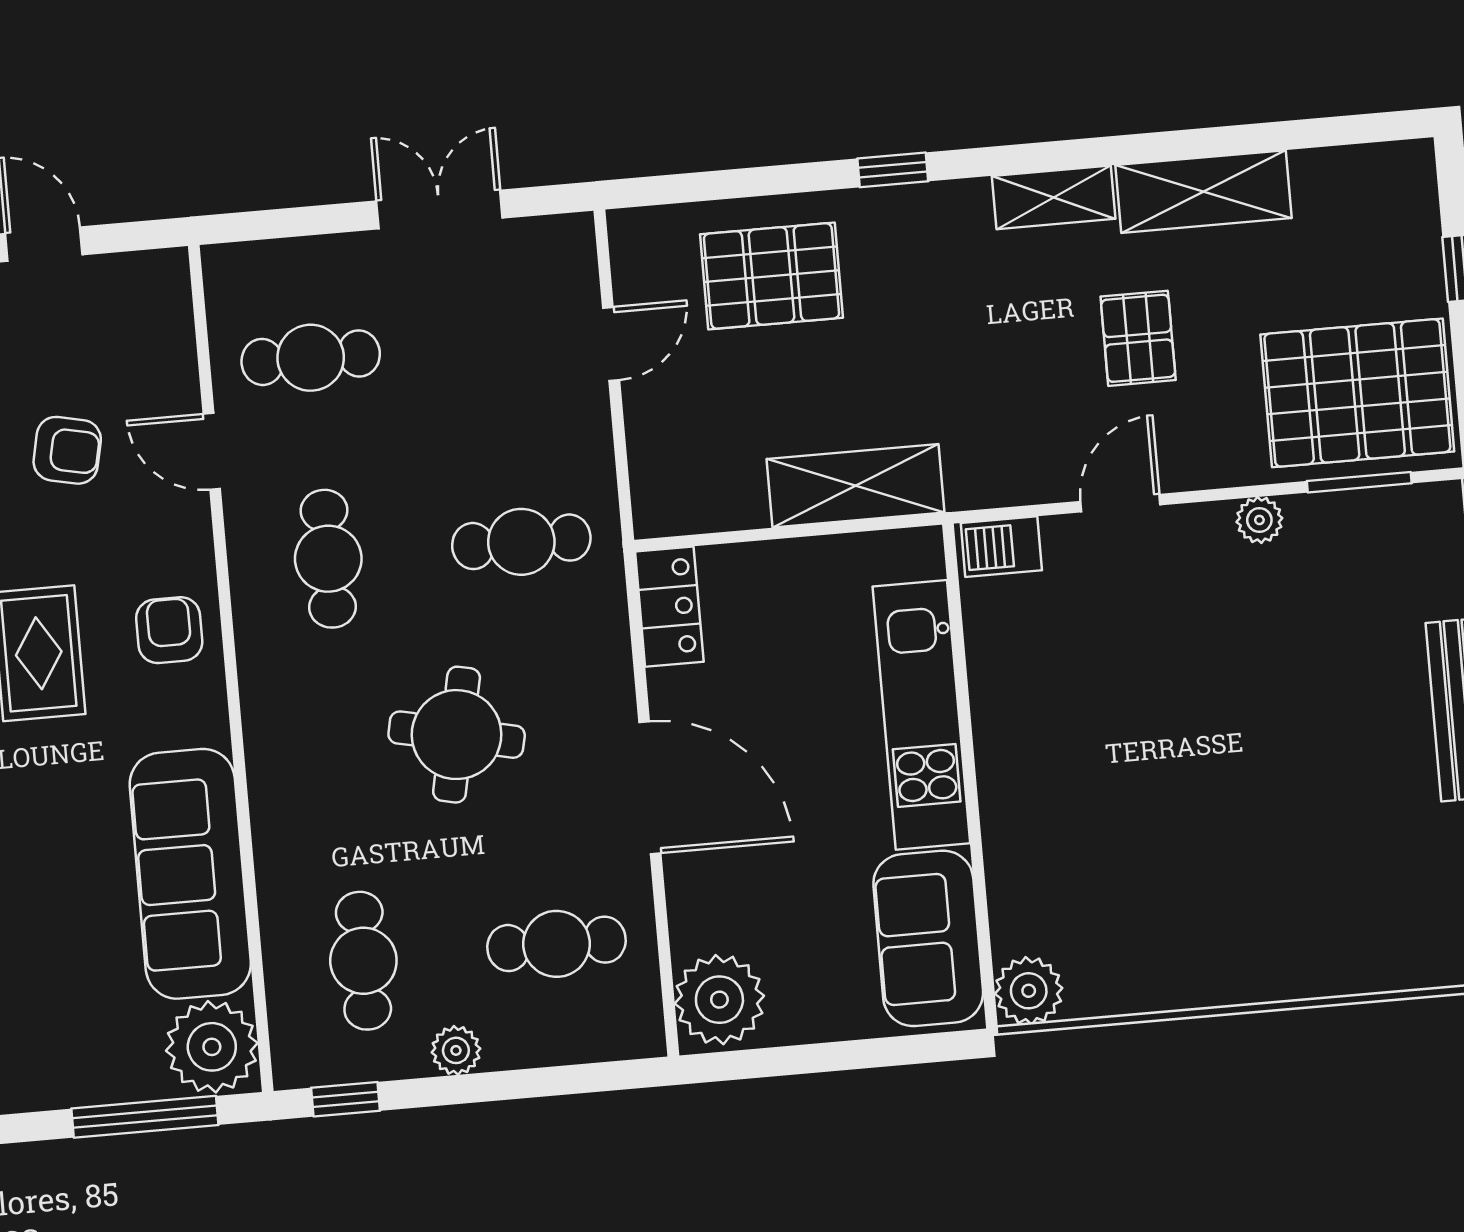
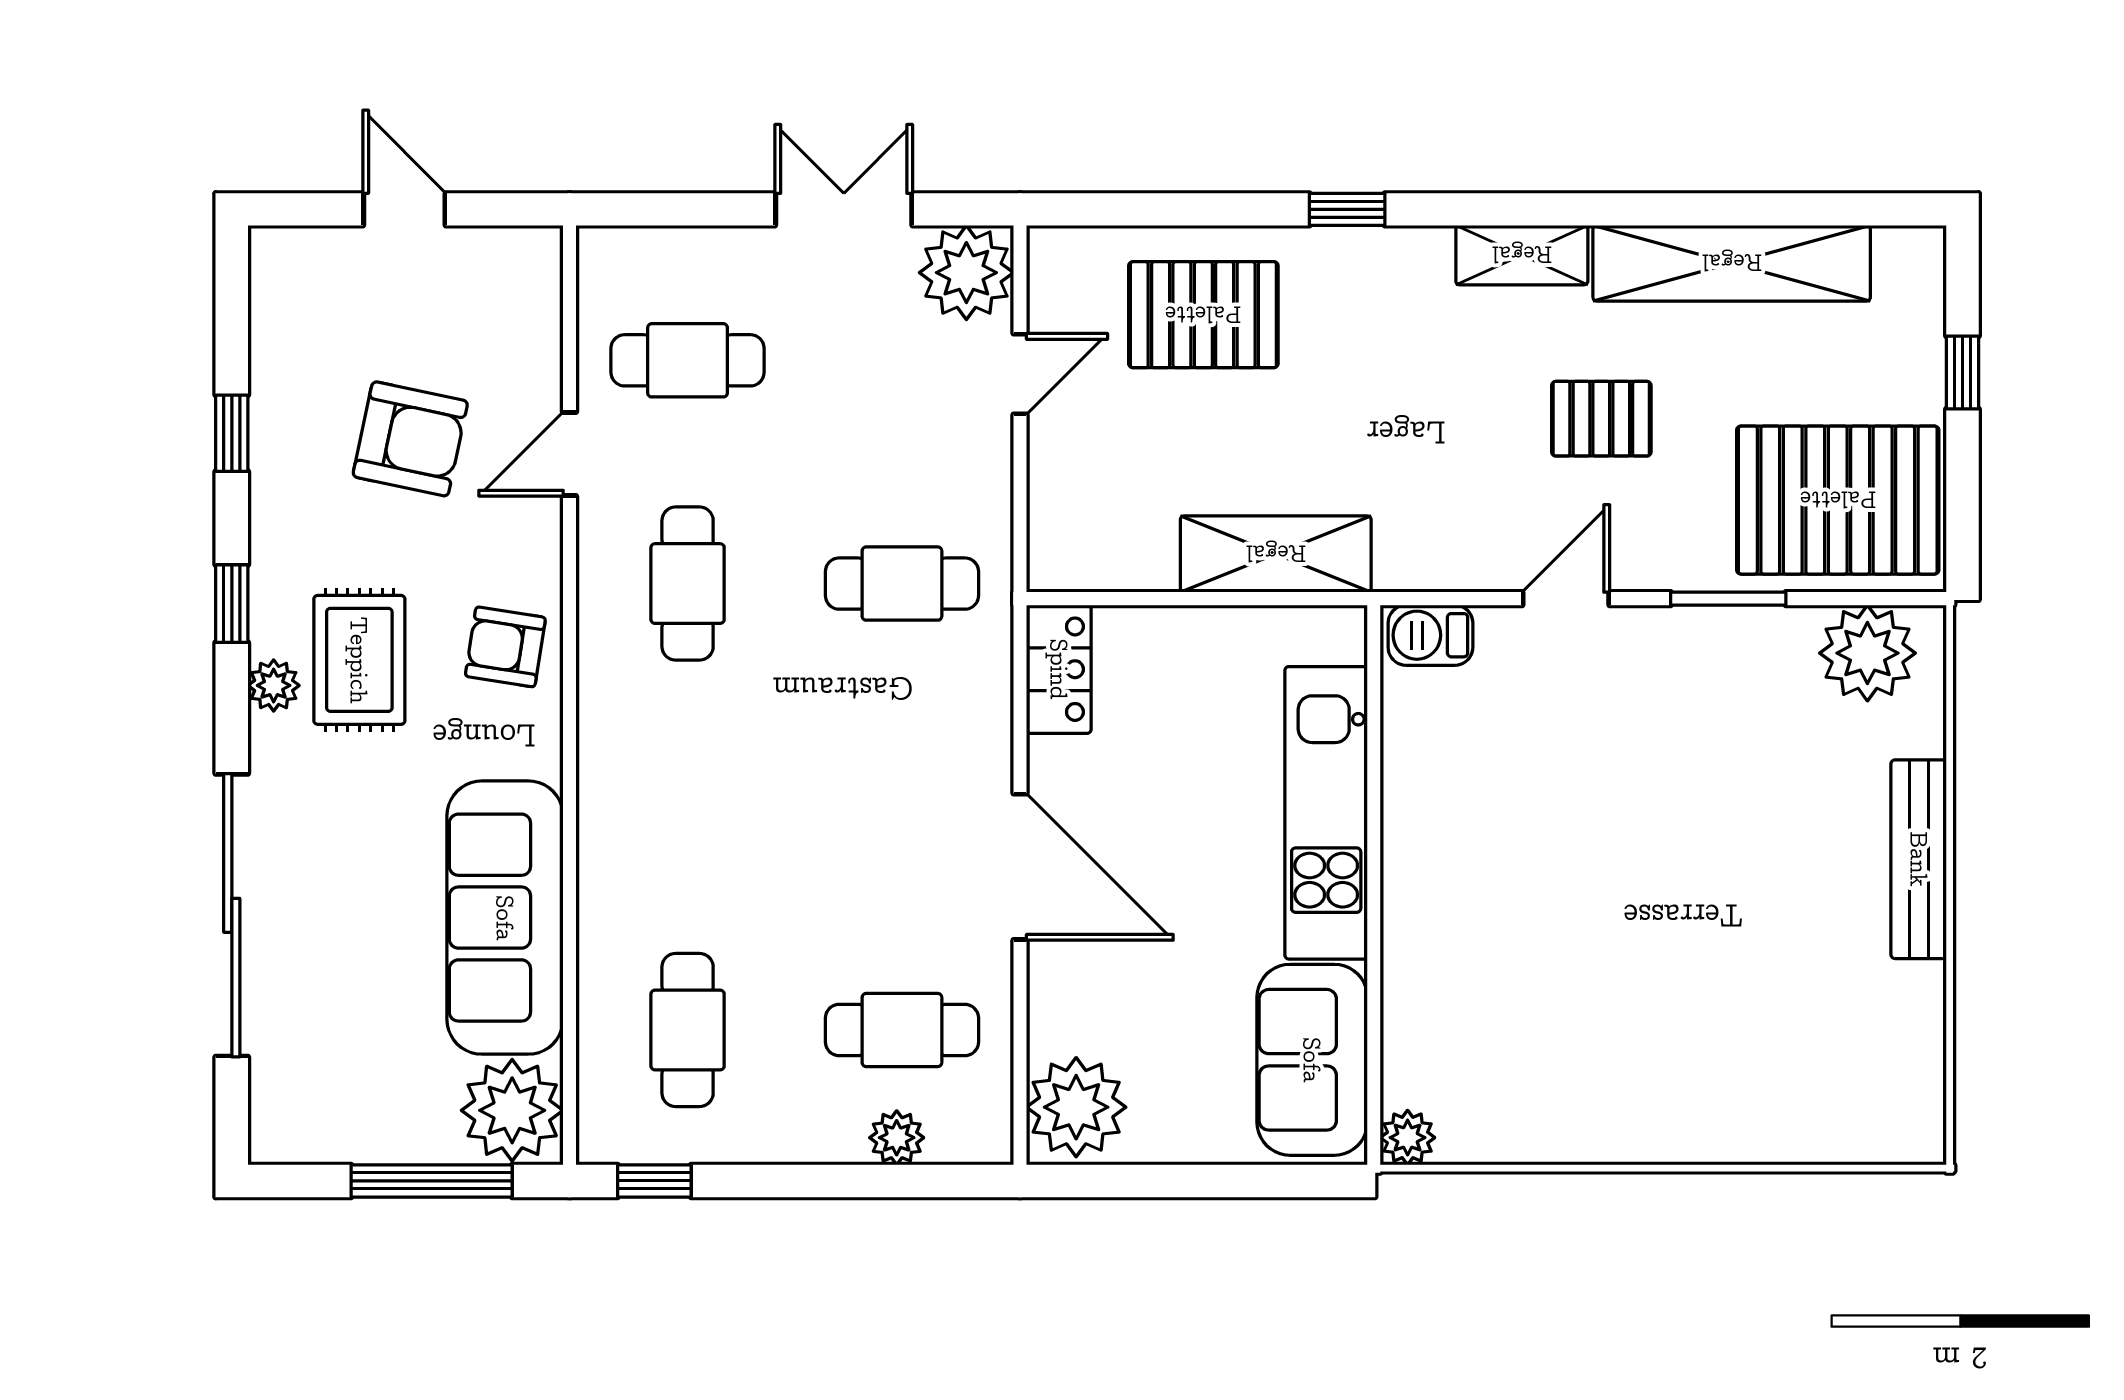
shelving: (1203, 192) -> (1732, 263), width x1.47
plant: (555, 257) -> (966, 273), added
pallet: (1138, 338) -> (1601, 419), turned 90
armchair: (67, 450) -> (410, 439), width x1.38, depth x1.38
door: (212, 451) -> (570, 454), hinge flipped
window: (1359, 482) -> (1728, 599), moved
plant: (1259, 520) -> (1867, 653), moved, width x1.88, depth x1.88
armchair: (169, 630) -> (505, 647), turned -81
round table: (457, 735) -> (812, 790), removed
plant: (1029, 991) -> (1408, 1138), width x0.73, depth x0.73
plant: (456, 1050) -> (897, 1138), moved

